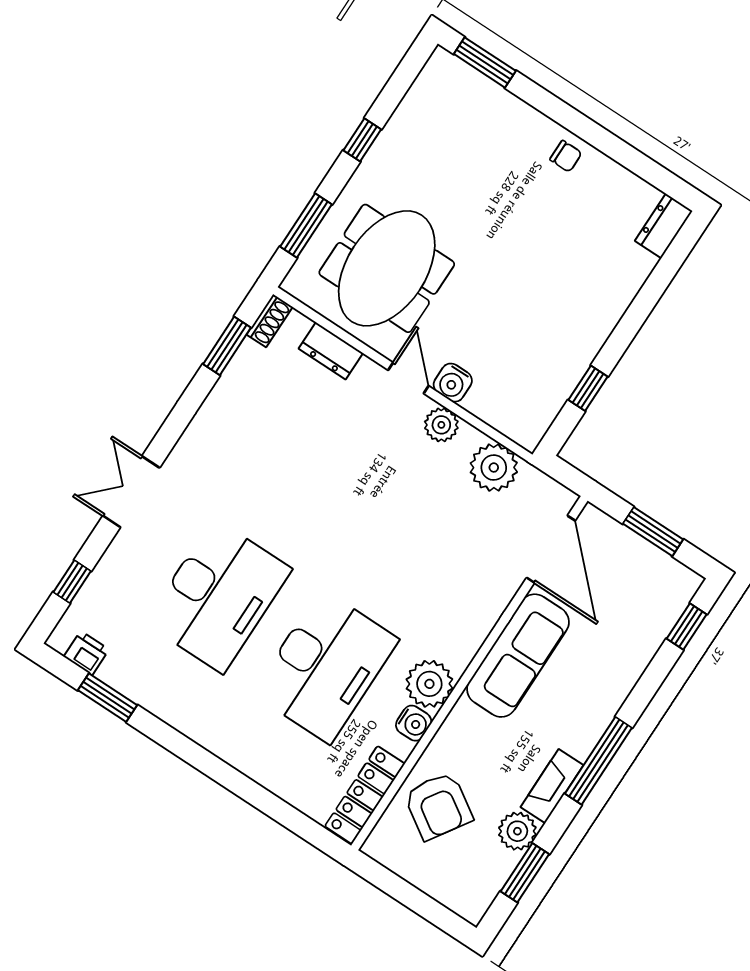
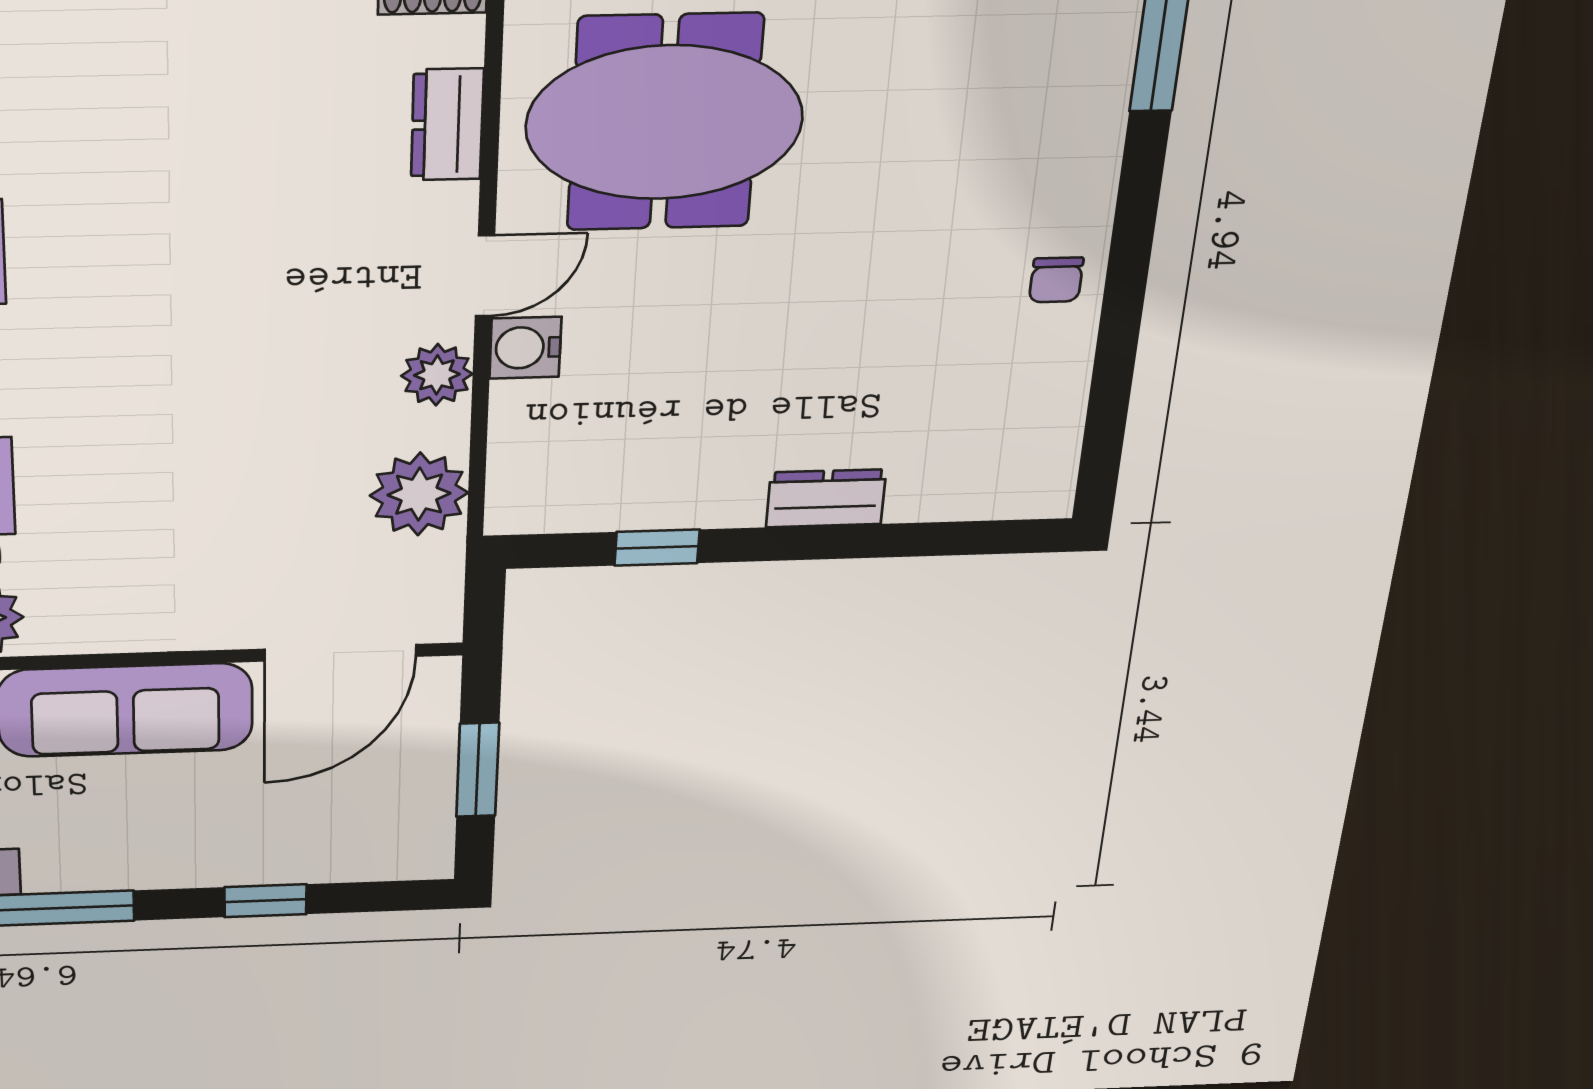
dresser: (664, 226) -> (826, 498), moved
window: (687, 627) -> (265, 901), moved

